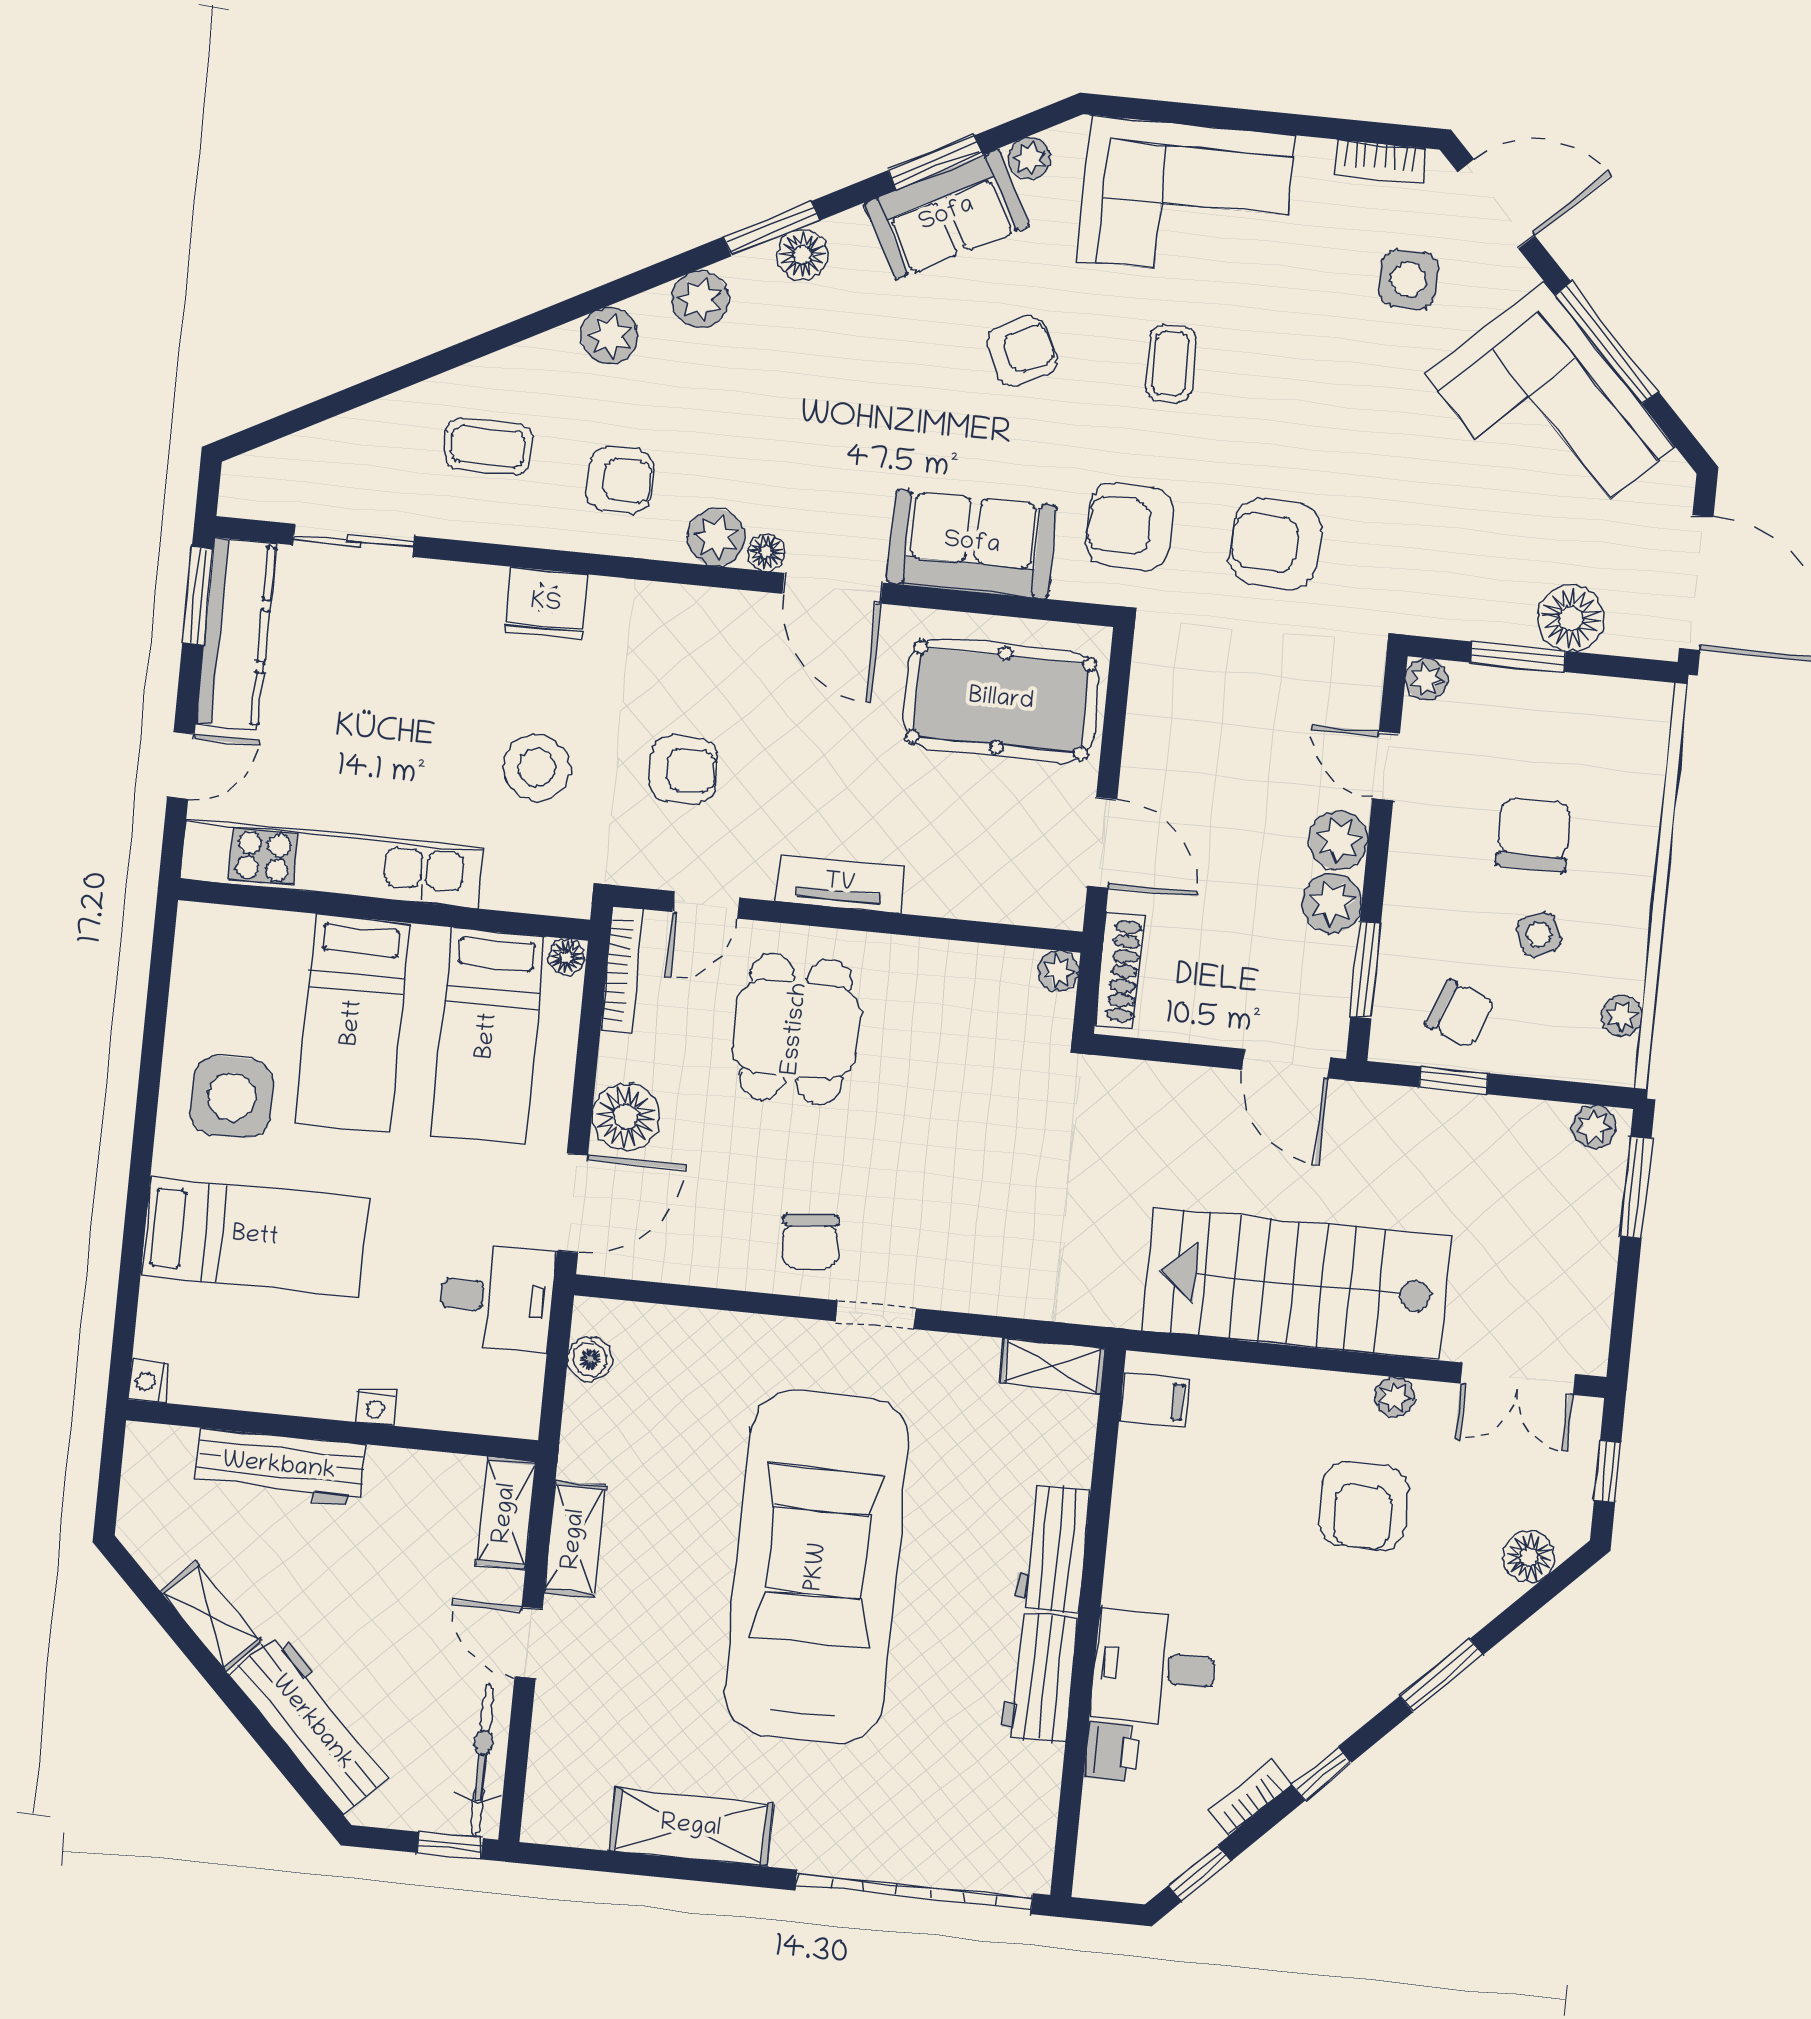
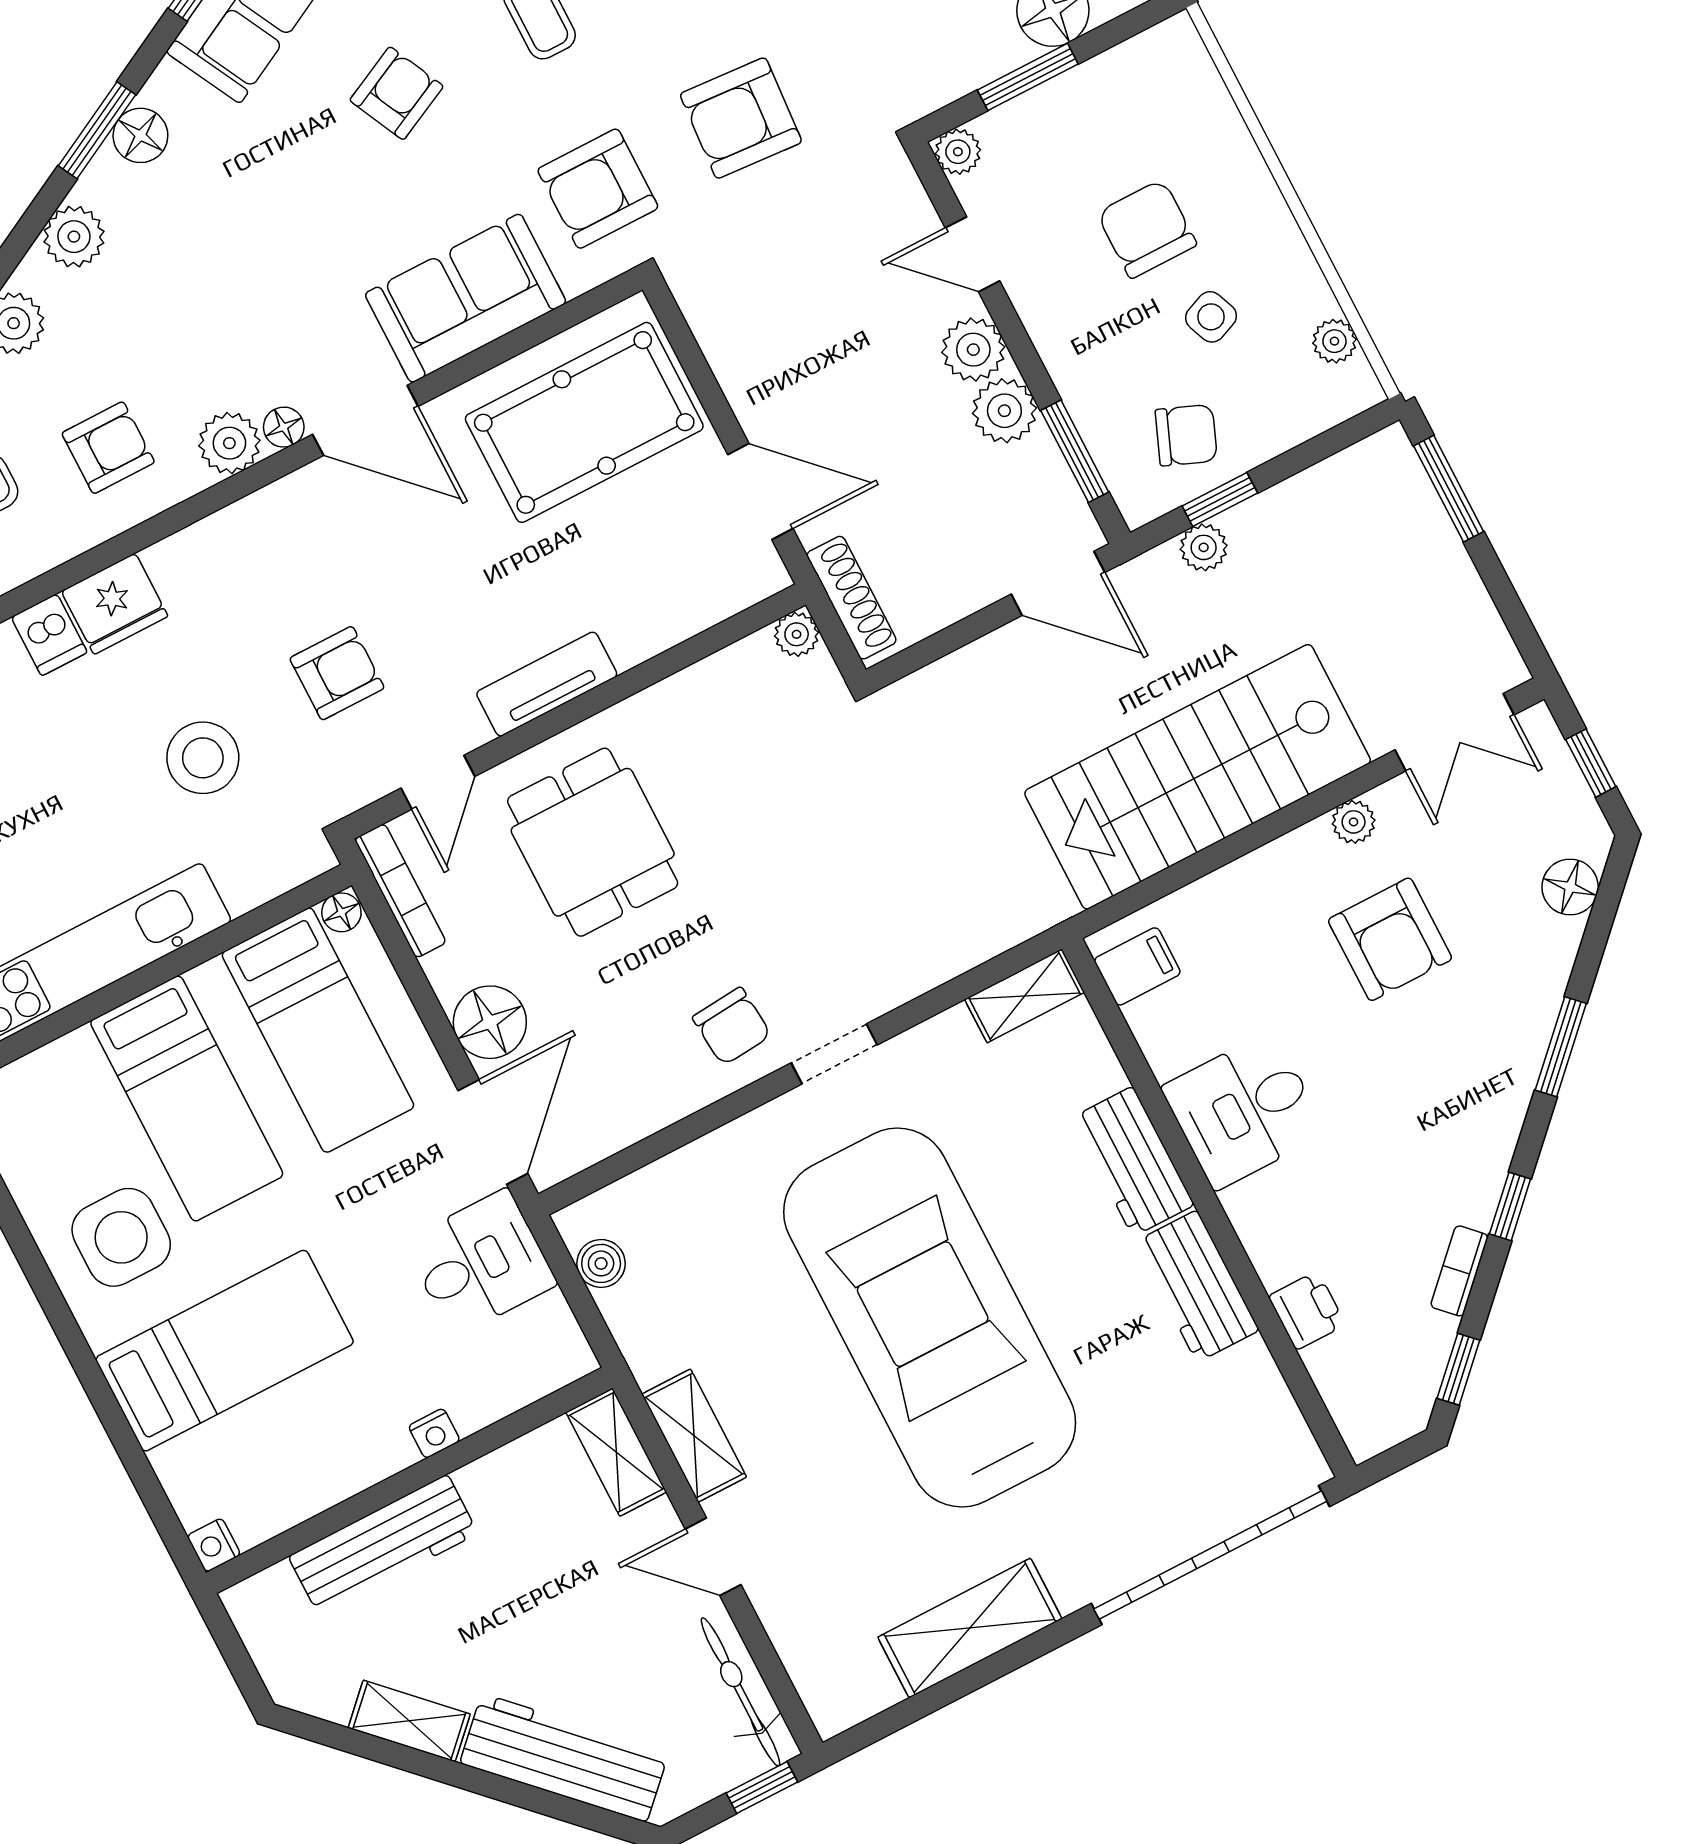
dishwasher: (480, 595) -> (49, 635), added
plant: (1594, 1127) -> (1204, 547), moved
desk: (1154, 1667) -> (1244, 1110), moved

